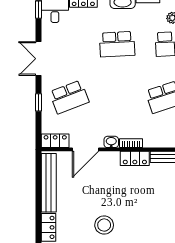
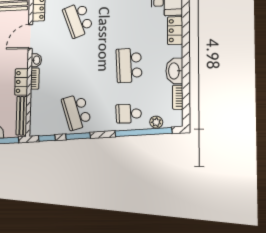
door: (85, 149) -> (30, 37), hinge flipped

